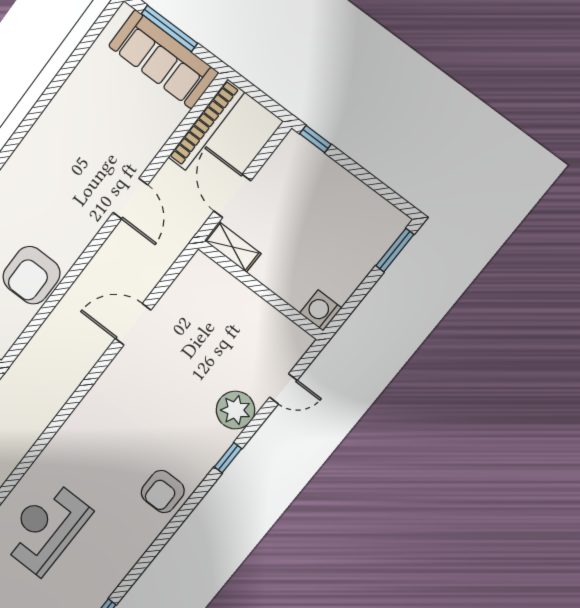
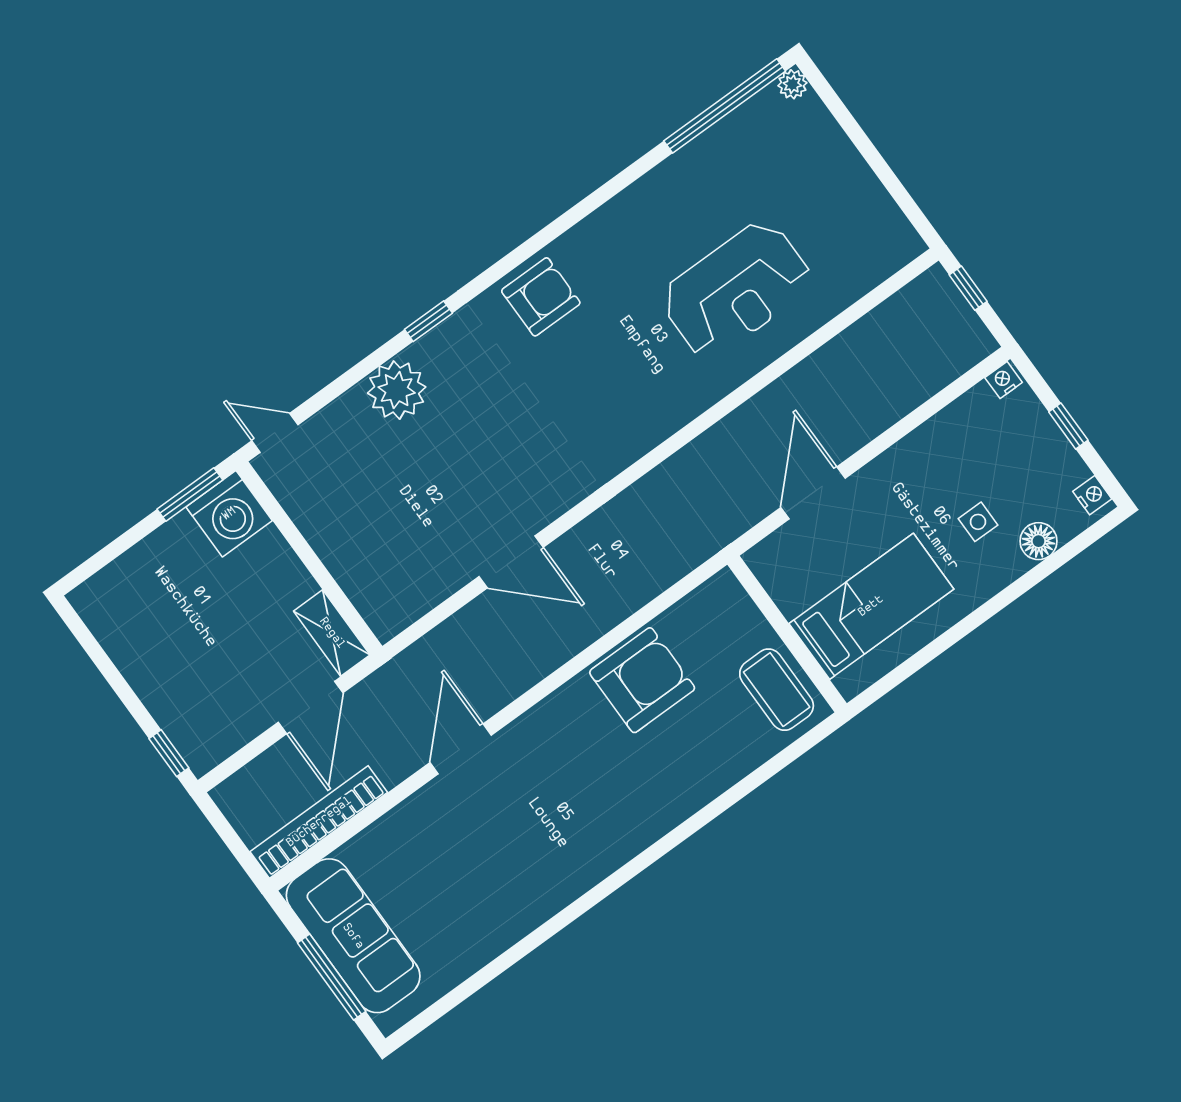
window: (395, 250) -> (190, 494), moved
washing machine: (321, 311) -> (229, 514), width x1.37, depth x1.37
door: (283, 389) -> (275, 433), moved

